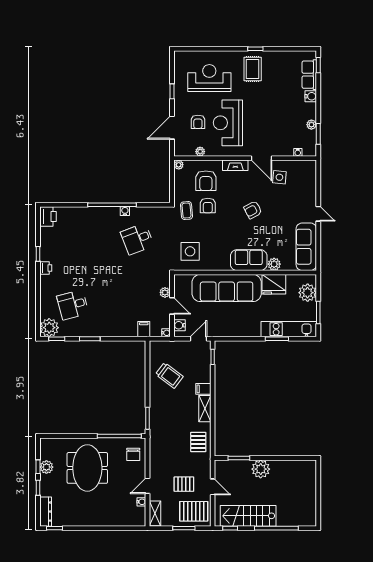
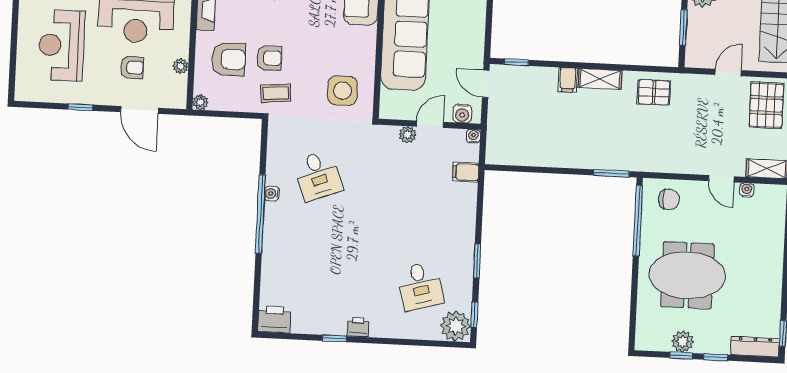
trolley: (169, 375) -> (543, 134), removed
pallet: (184, 484) -> (721, 119), removed

